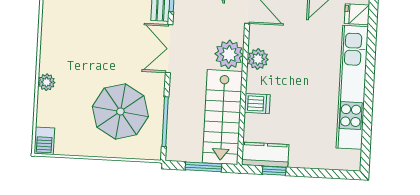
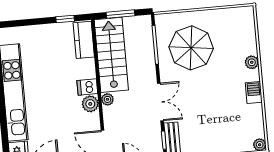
plant: (229, 54) -> (107, 99), width x0.53, depth x0.53
dishwasher: (257, 104) -> (87, 87), moved
barbecue: (44, 141) -> (254, 92), moved
kitchen counter: (265, 155) -> (84, 40), moved, turned 90

